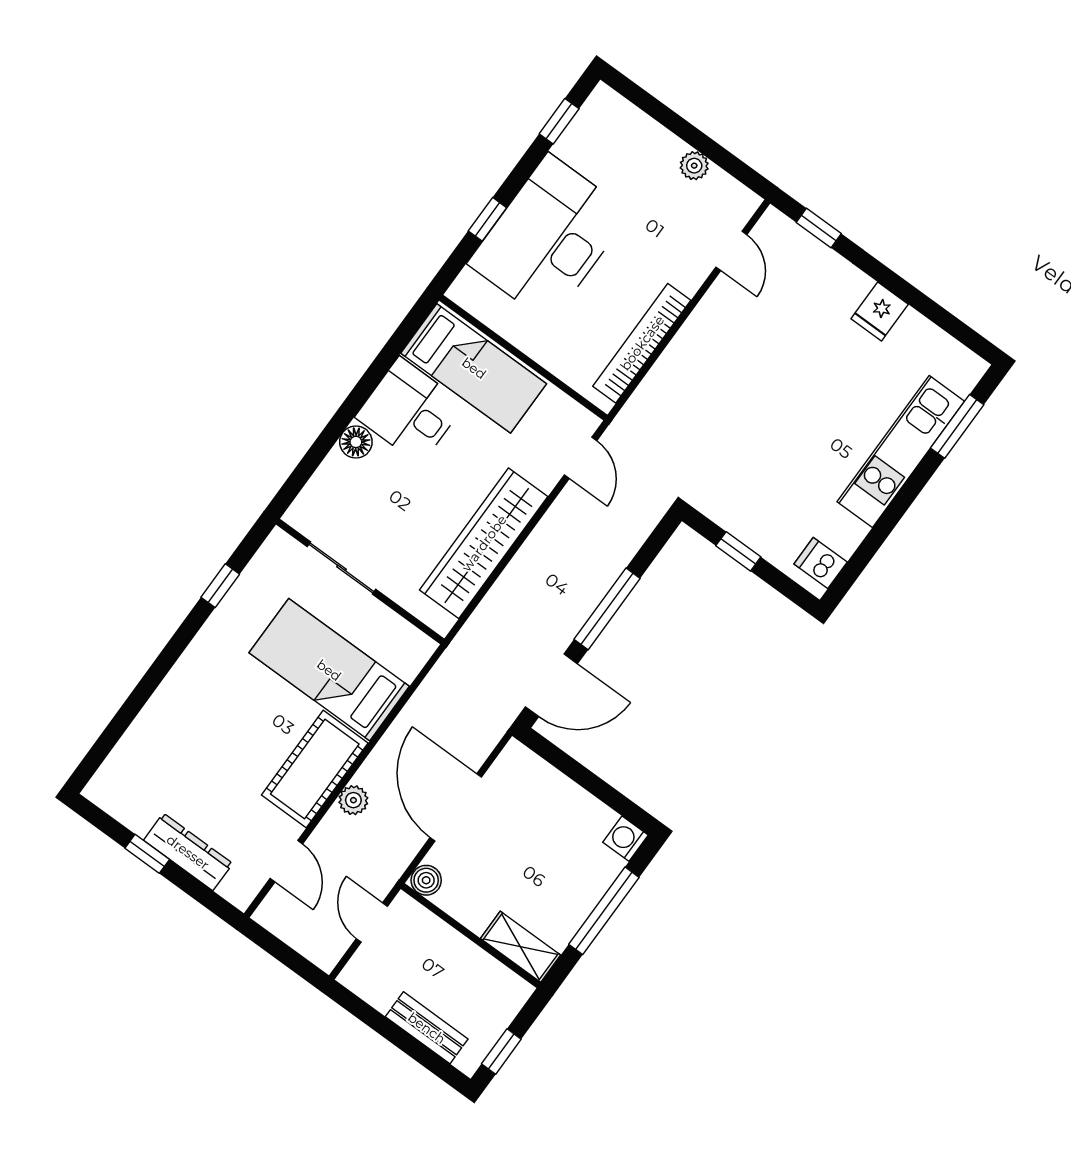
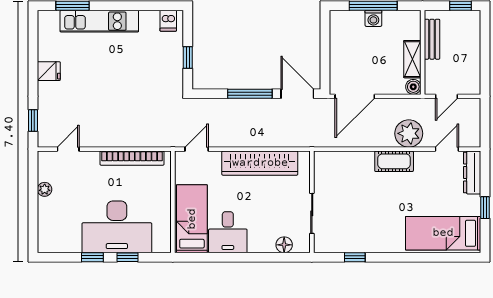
window: (559, 121) -> (92, 257), moved
floor lamp: (356, 442) -> (284, 245), moved
bed: (329, 670) -> (443, 233), moved, turned 90
cot: (315, 769) -> (394, 161), width x0.73, depth x0.75
plant: (353, 800) -> (409, 133), width x1.87, depth x1.87
door: (456, 807) -> (355, 96), moved
washing machine: (625, 839) -> (373, 18), moved
dresser: (188, 852) -> (472, 172), moved
shelving: (521, 947) -> (412, 59), moved
bench: (427, 1028) -> (432, 39), moved

